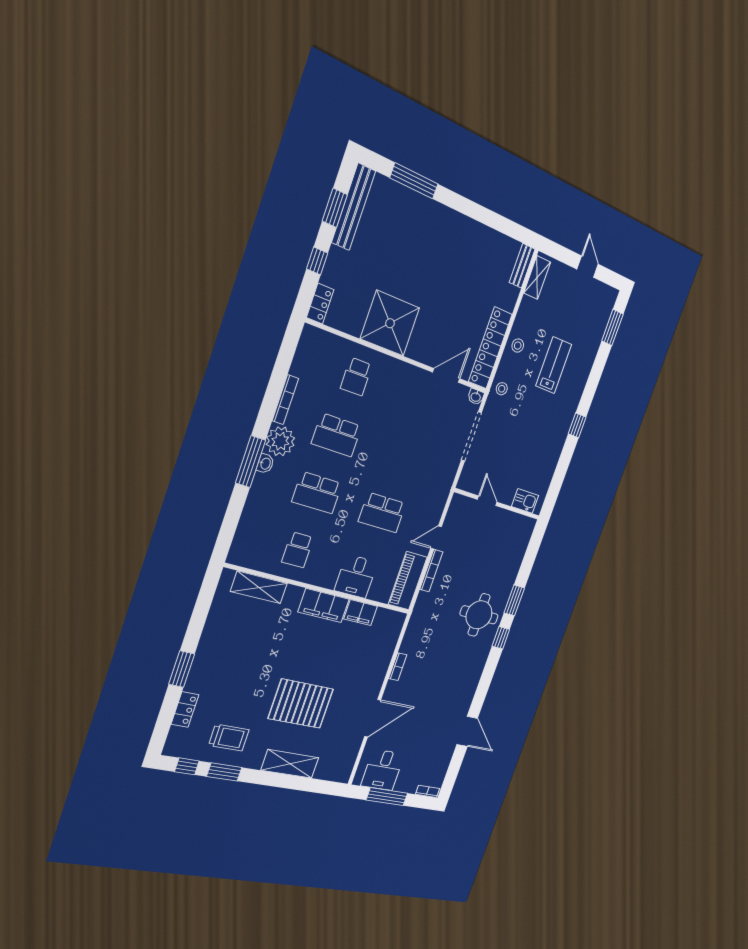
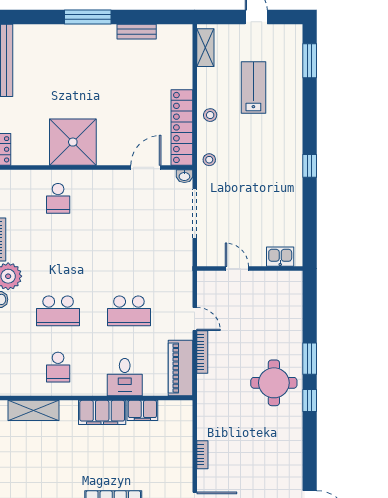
window: (414, 181) -> (88, 17), moved
bench: (522, 266) -> (137, 32), moved, turned 90
lab bench: (554, 365) -> (253, 88), moved
school desk: (337, 435) -> (58, 255), removed
door: (436, 537) -> (195, 319), swing flipped

